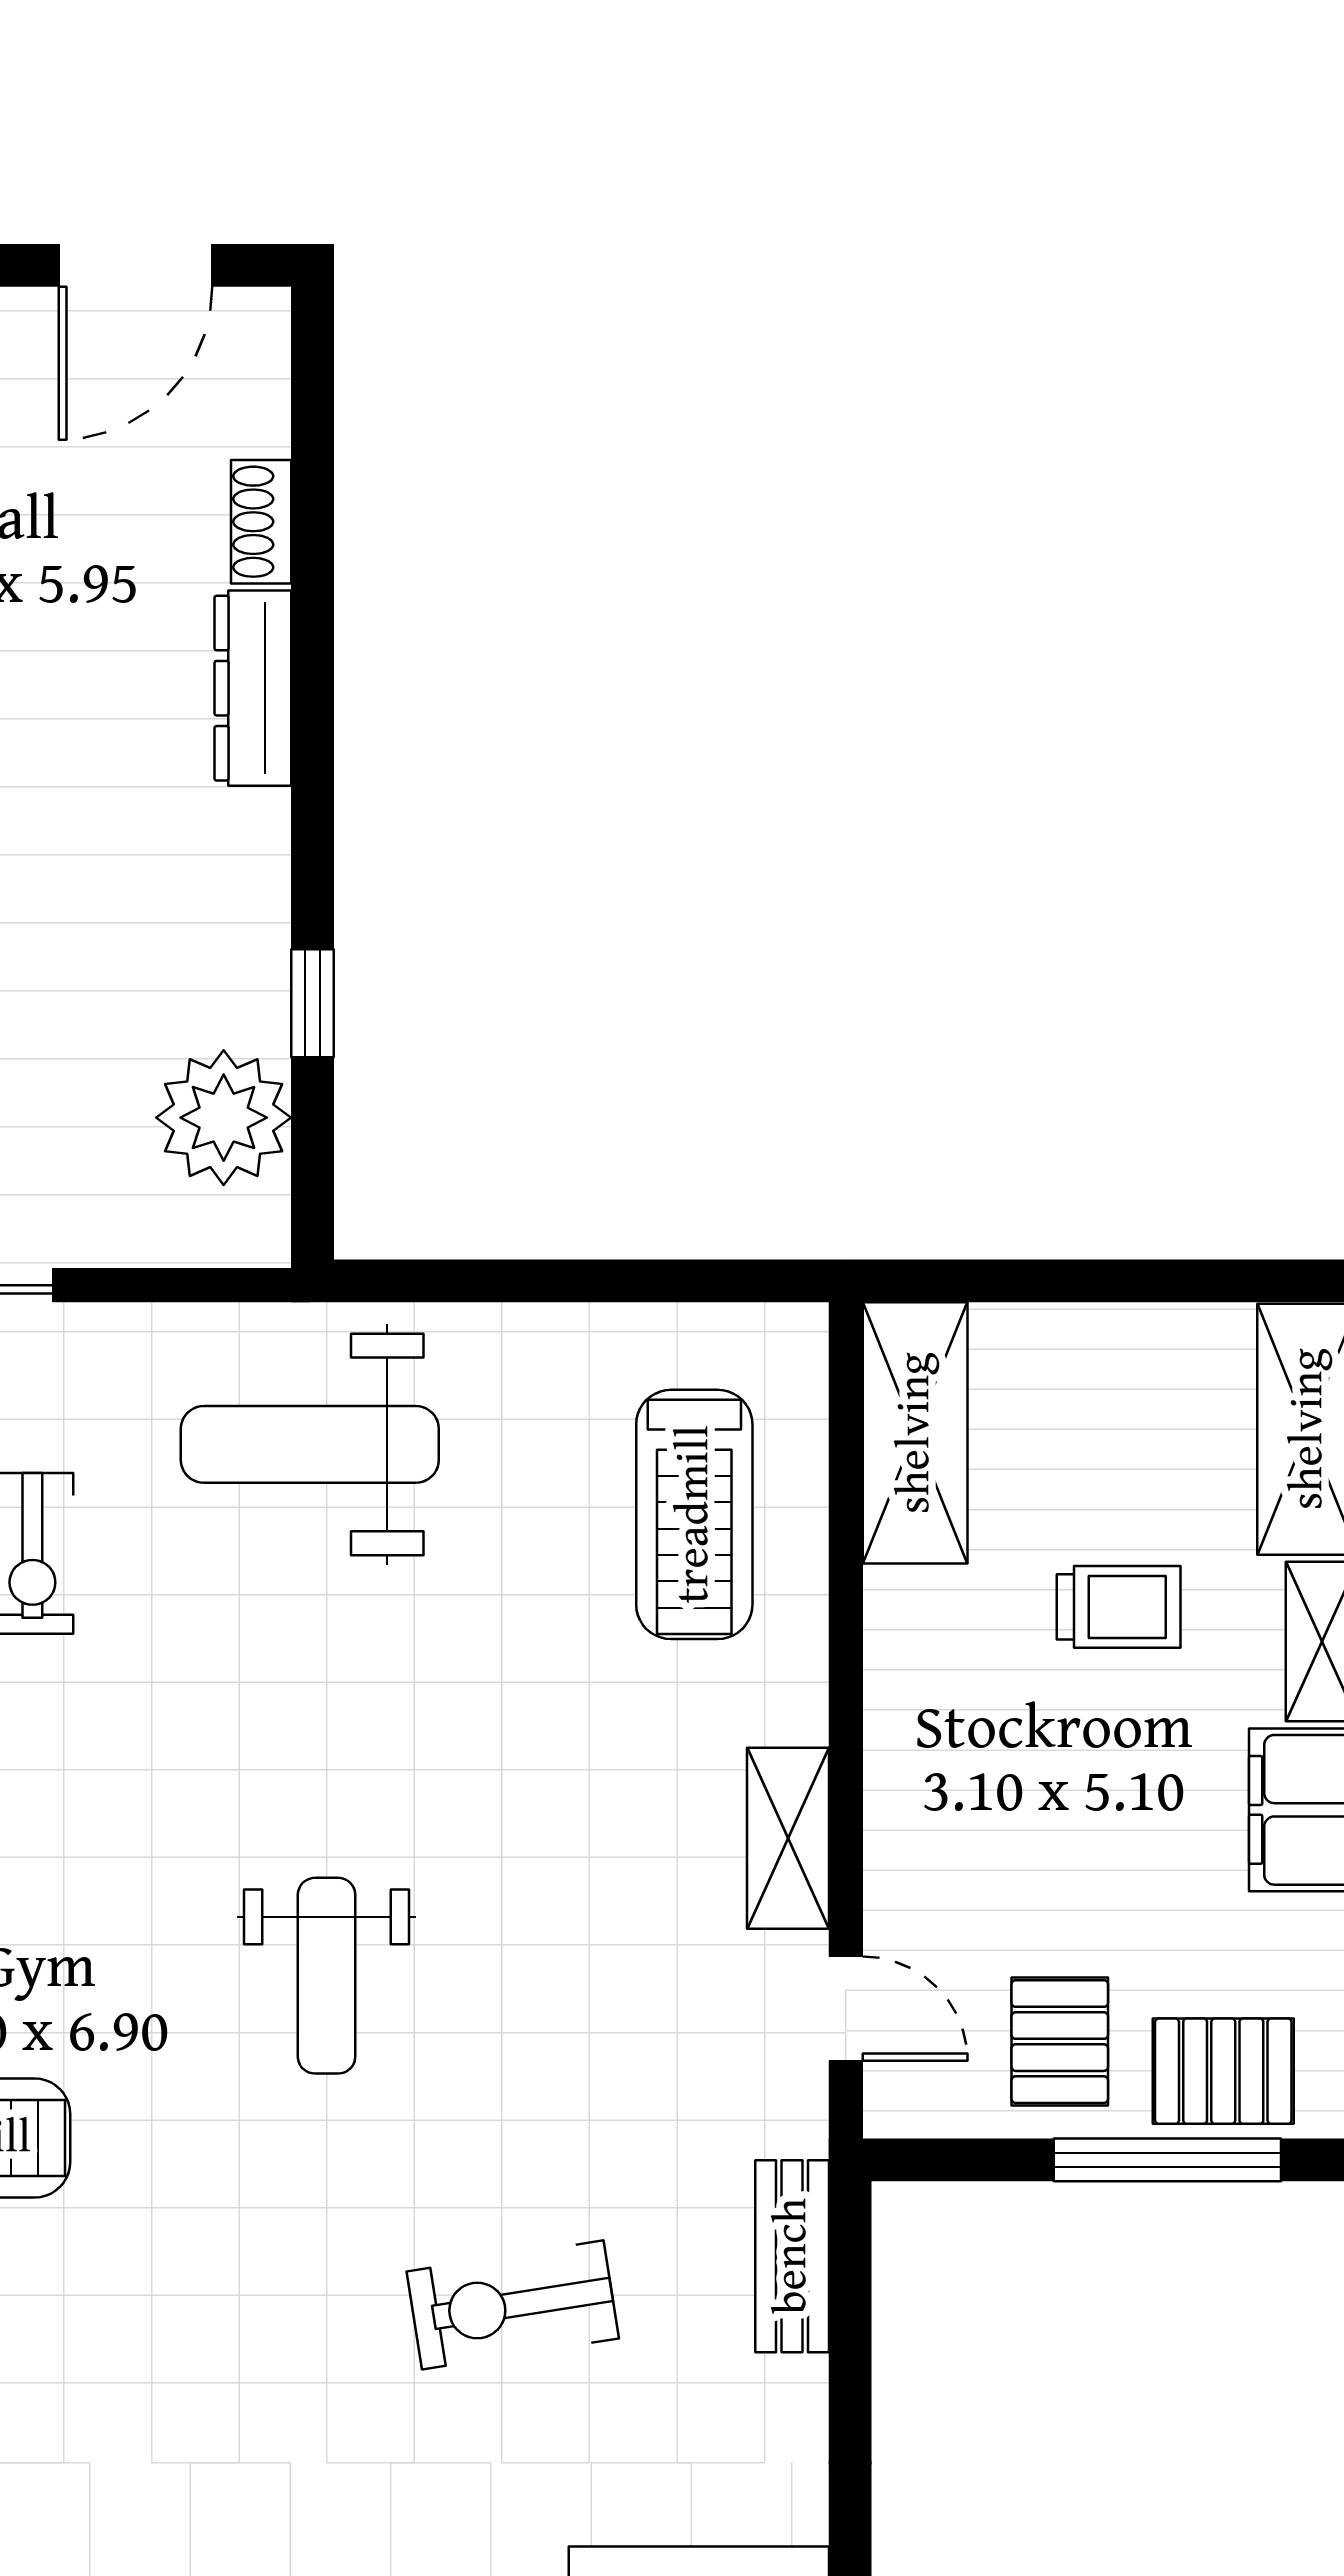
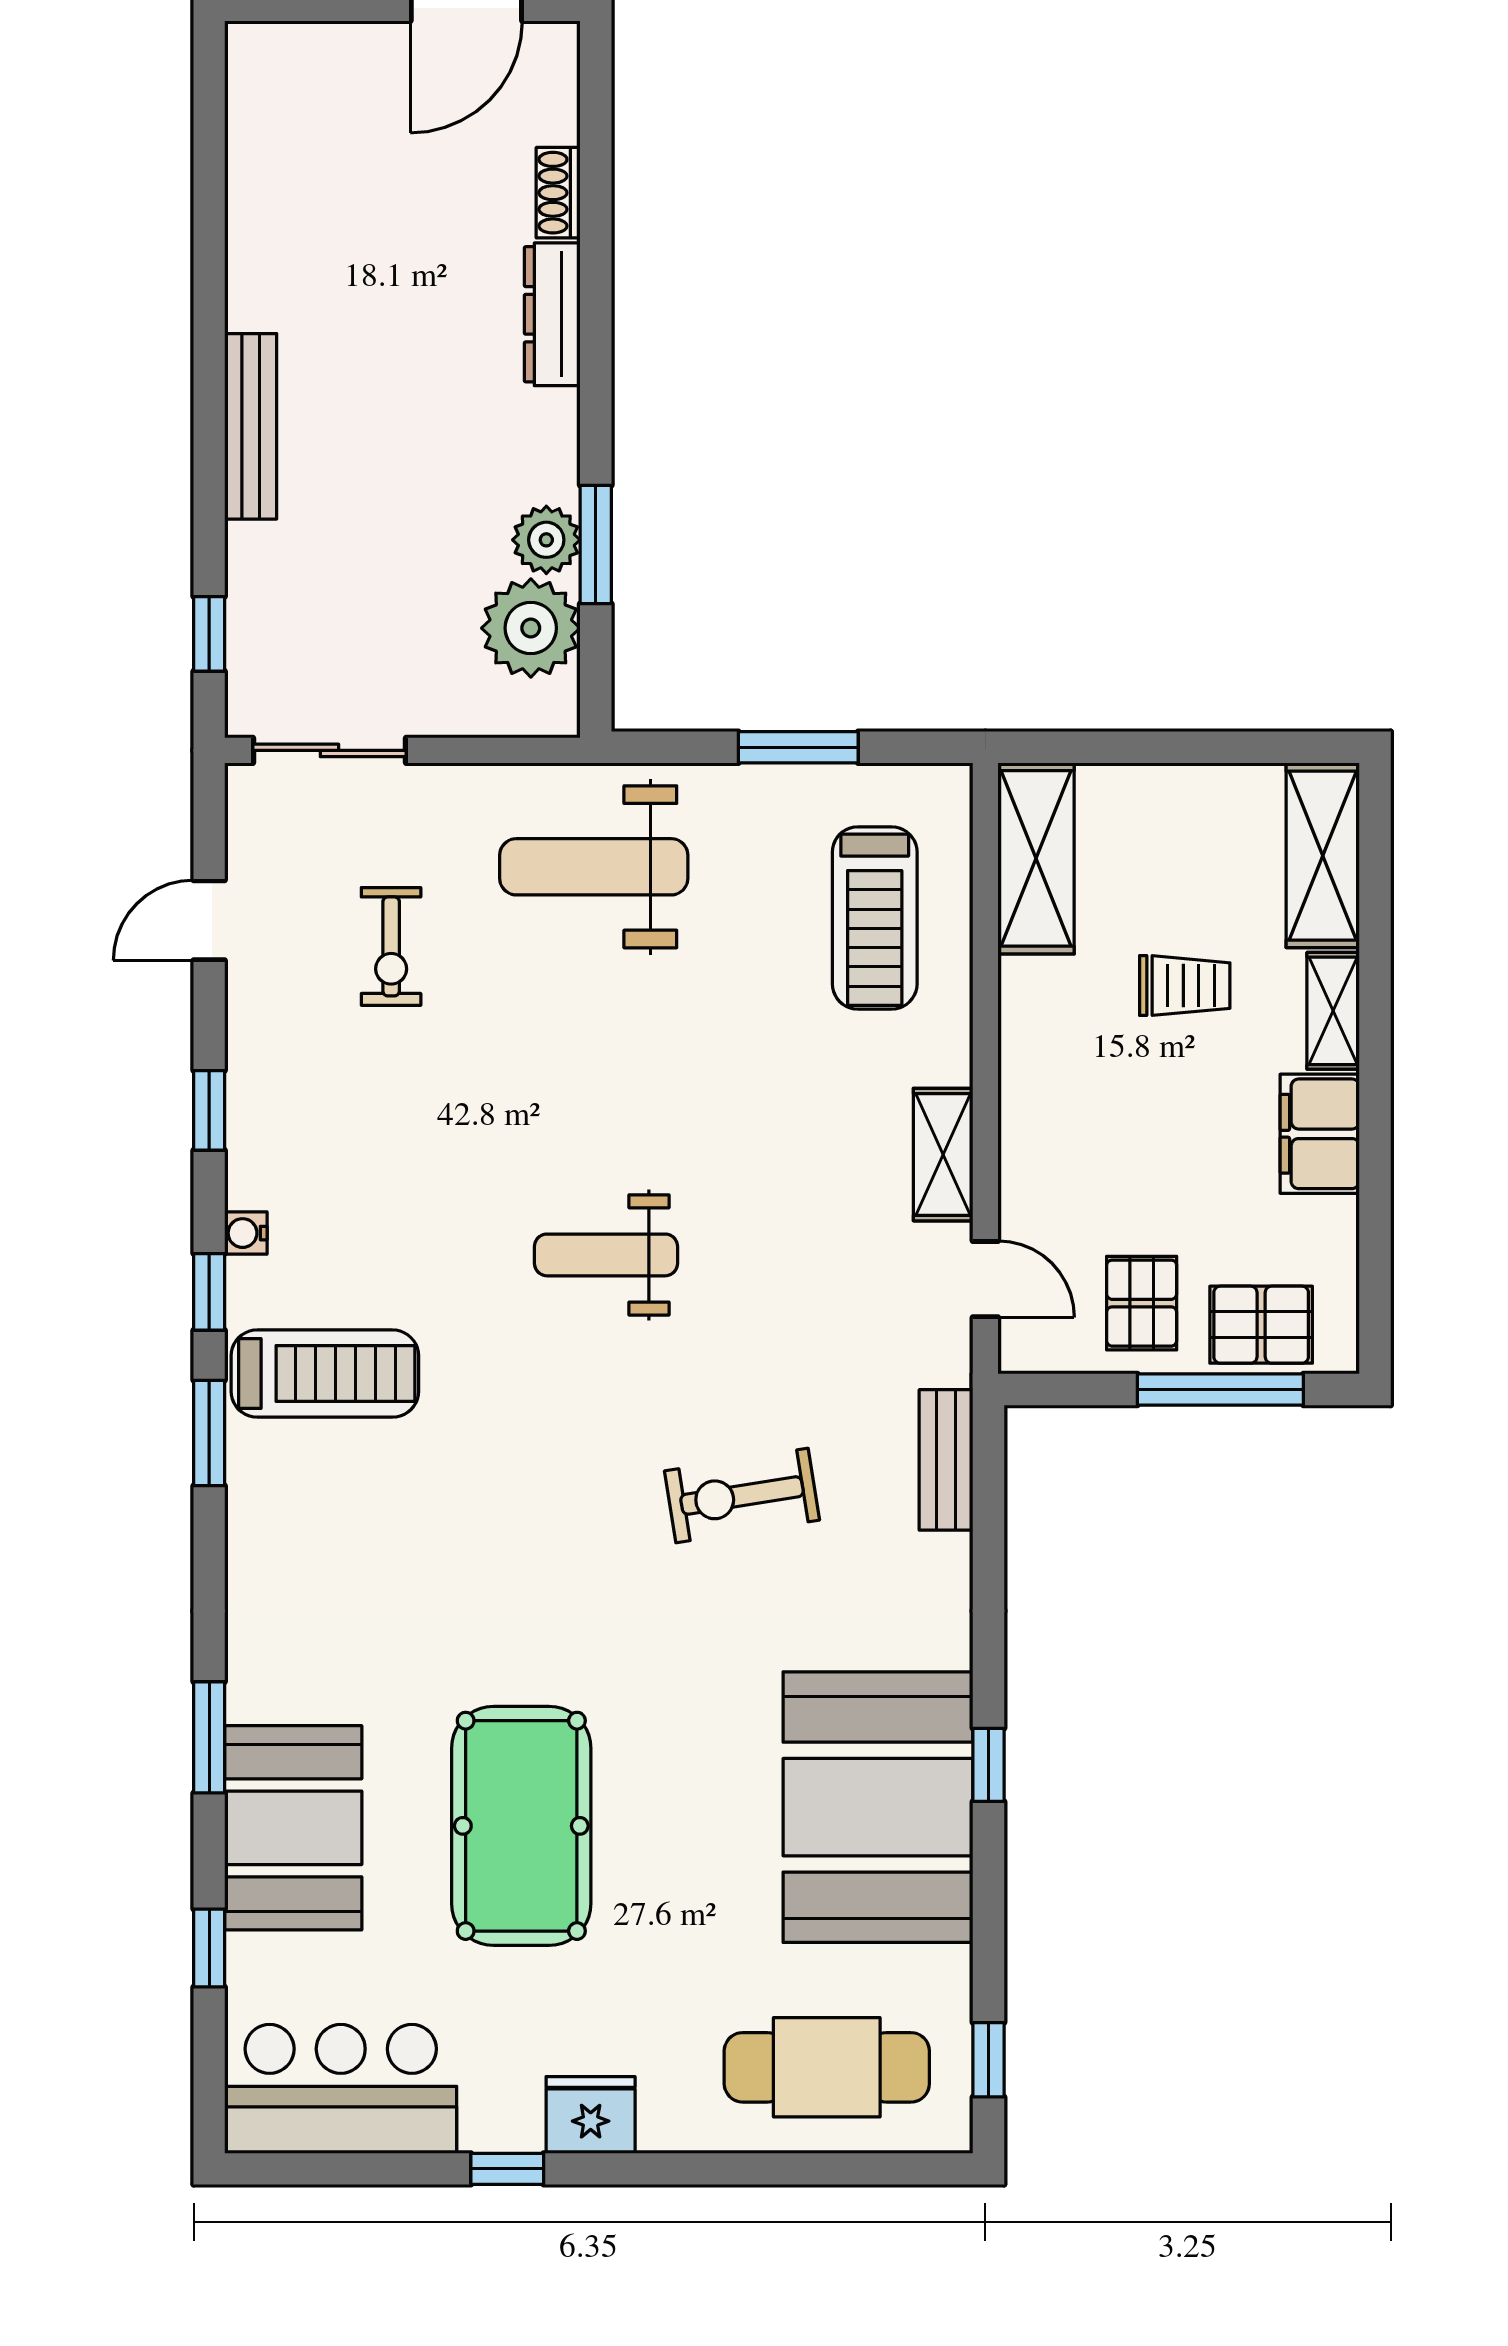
plant: (245, 997) -> (546, 540), added
window: (312, 1003) -> (596, 545), width x1.50
window: (590, 1281) -> (798, 747), added
weight bench: (327, 1976) -> (606, 1255), turned 90

